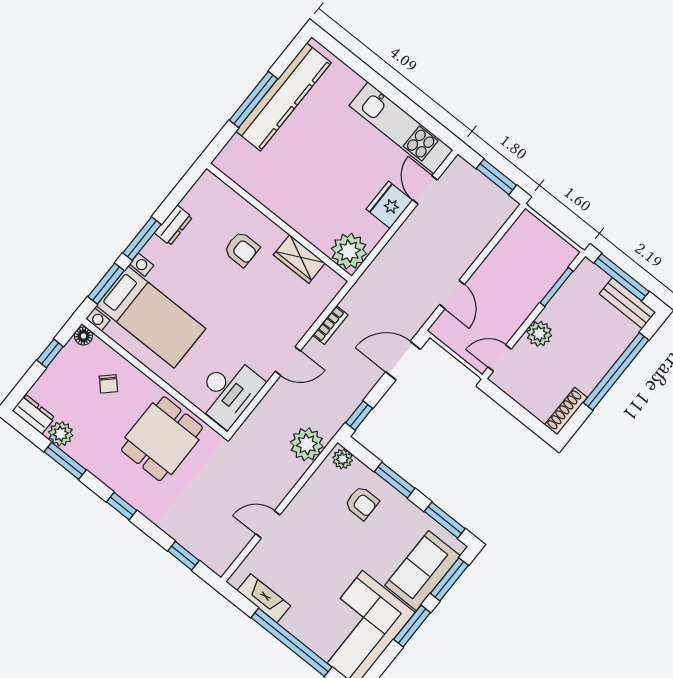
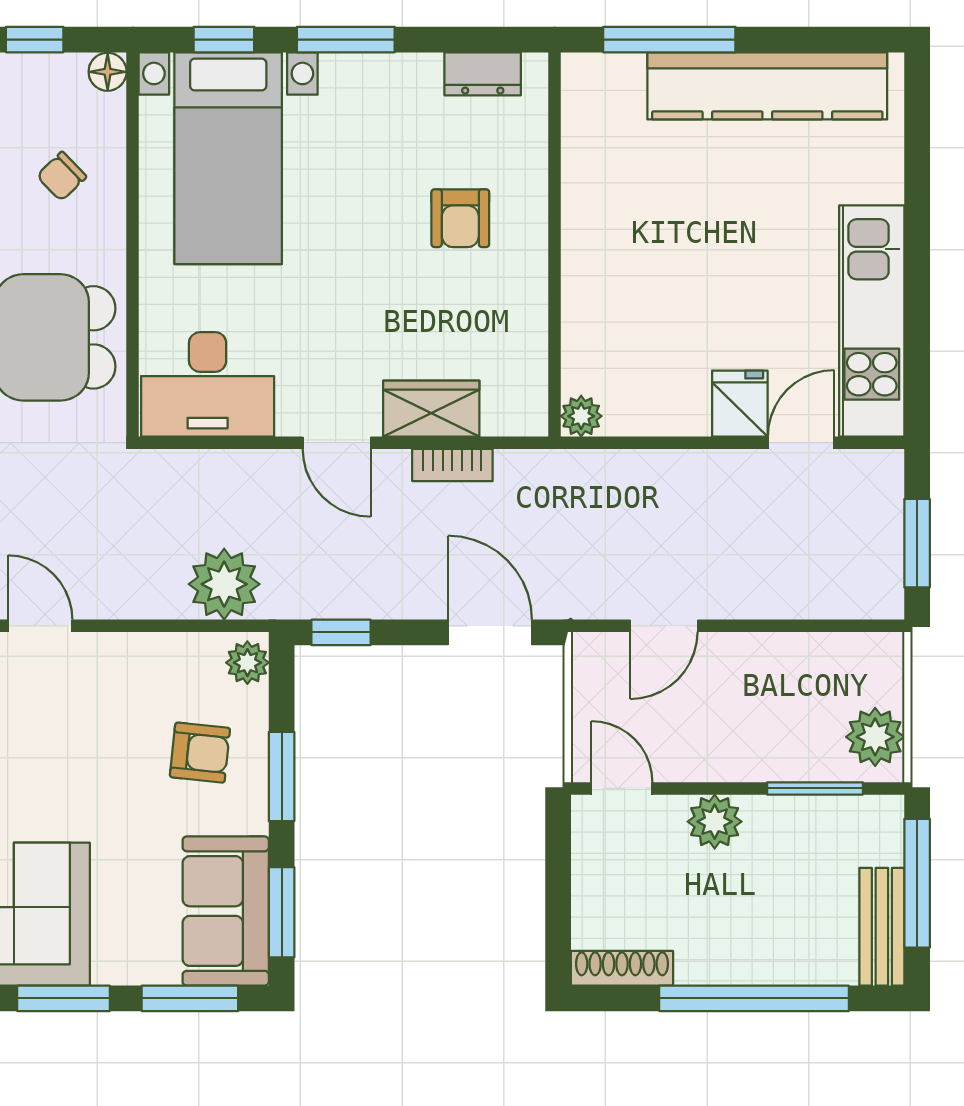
window: (254, 99) -> (669, 40), moved
fridge: (389, 205) -> (740, 404), width x0.72
dresser: (173, 225) -> (483, 74), moved
plant: (555, 249) -> (875, 737), added
plant: (349, 251) -> (581, 416), width x0.53, depth x0.53
wardrobe: (299, 259) -> (431, 409), moved, turned 90
window: (106, 284) -> (224, 40), width x0.67
armchair: (362, 503) -> (200, 753), turned -84
sofa: (423, 571) -> (226, 911), moved, turned -90

